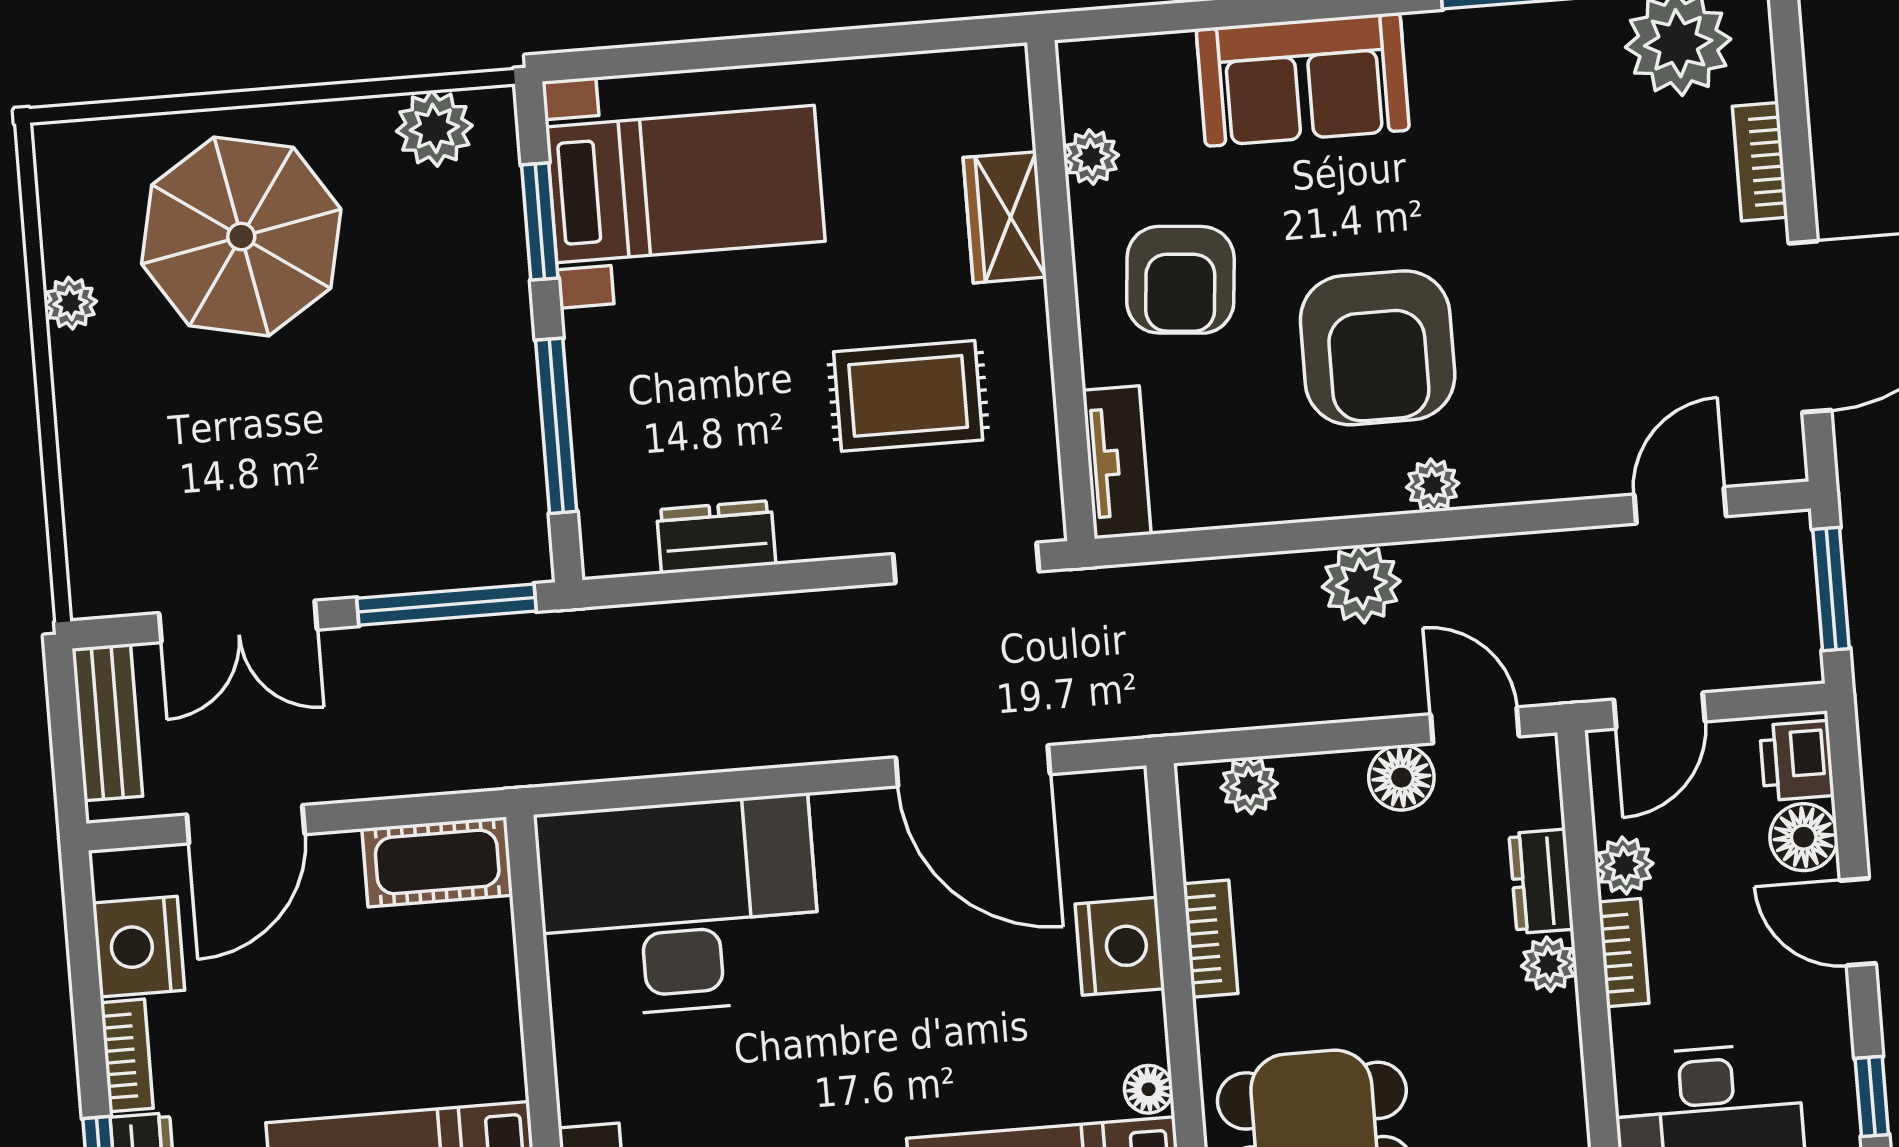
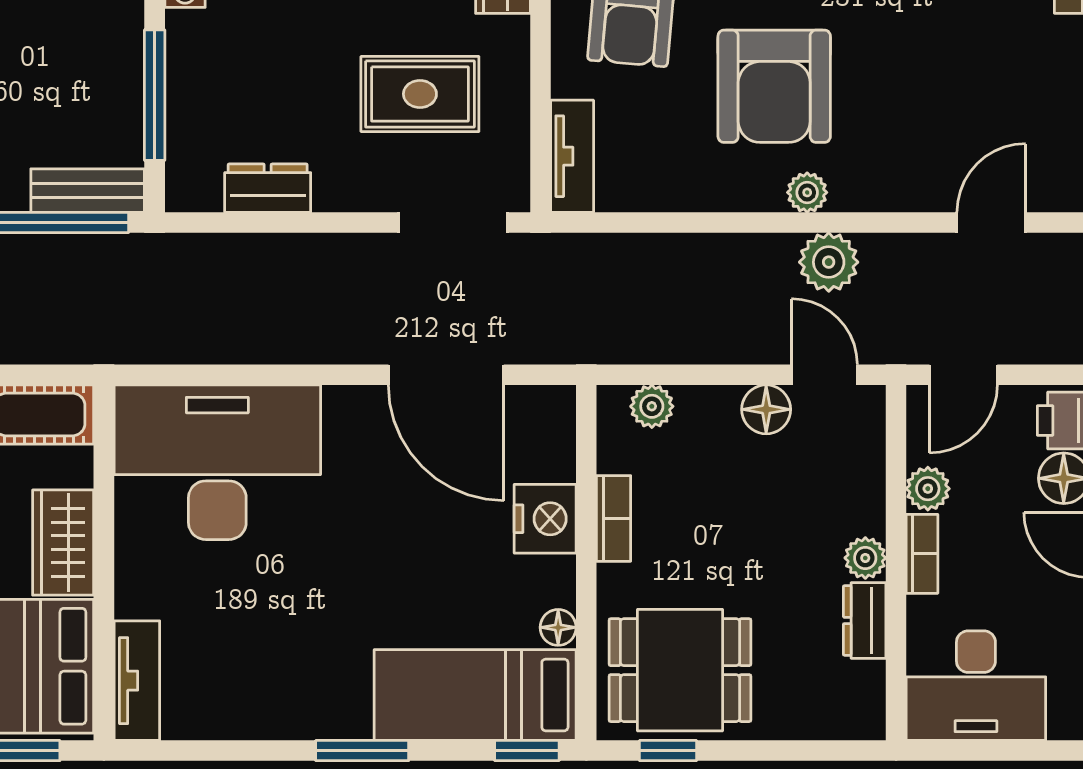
bench: (477, 560) -> (88, 191), added
plant: (1361, 584) -> (829, 262), moved
dresser: (1541, 881) -> (865, 620), moved
wardrobe: (483, 1029) -> (63, 543), added

